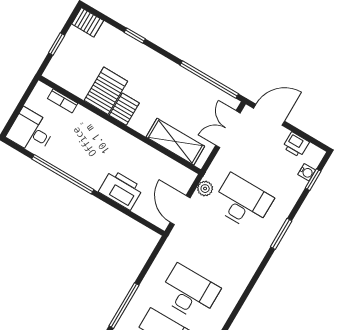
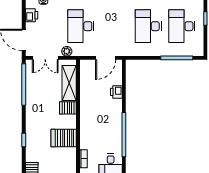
server rack: (124, 109) -> (68, 108), moved
plant: (205, 189) -> (67, 51), moved
printer: (121, 190) -> (116, 92), width x0.53, depth x0.68

